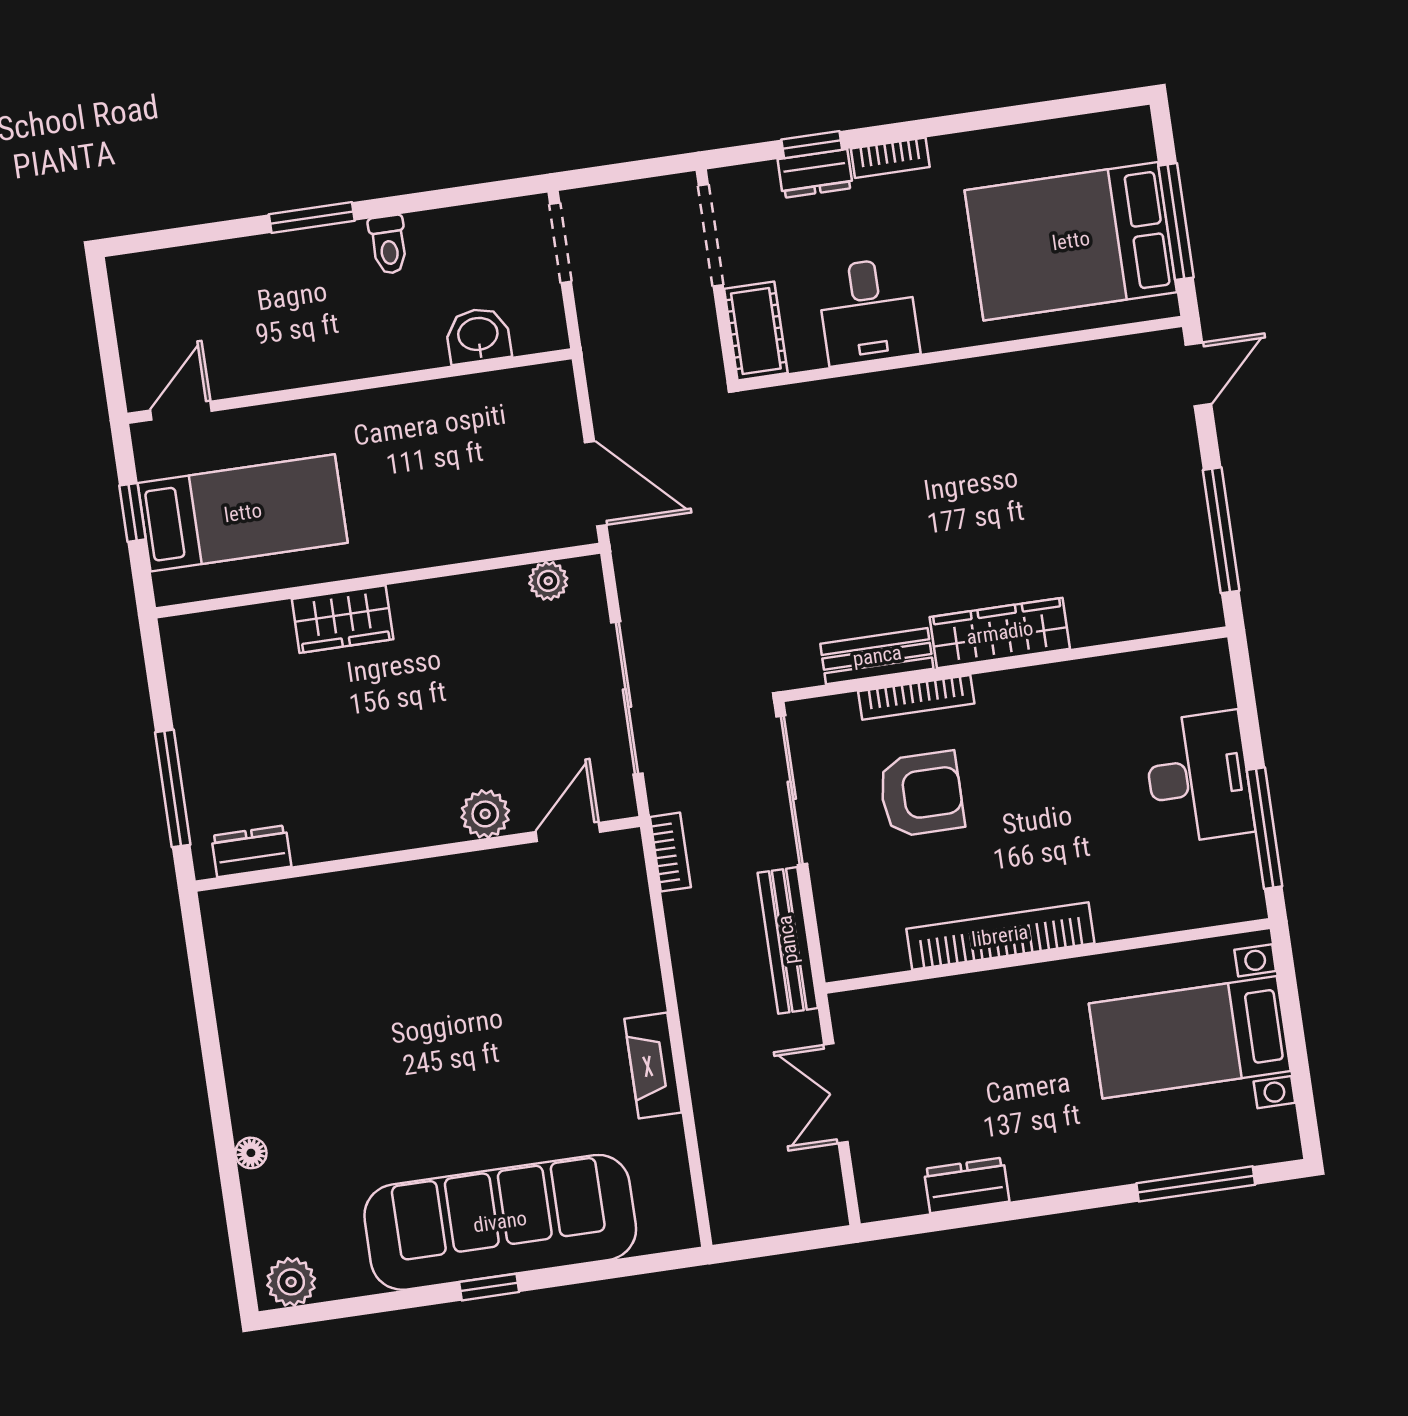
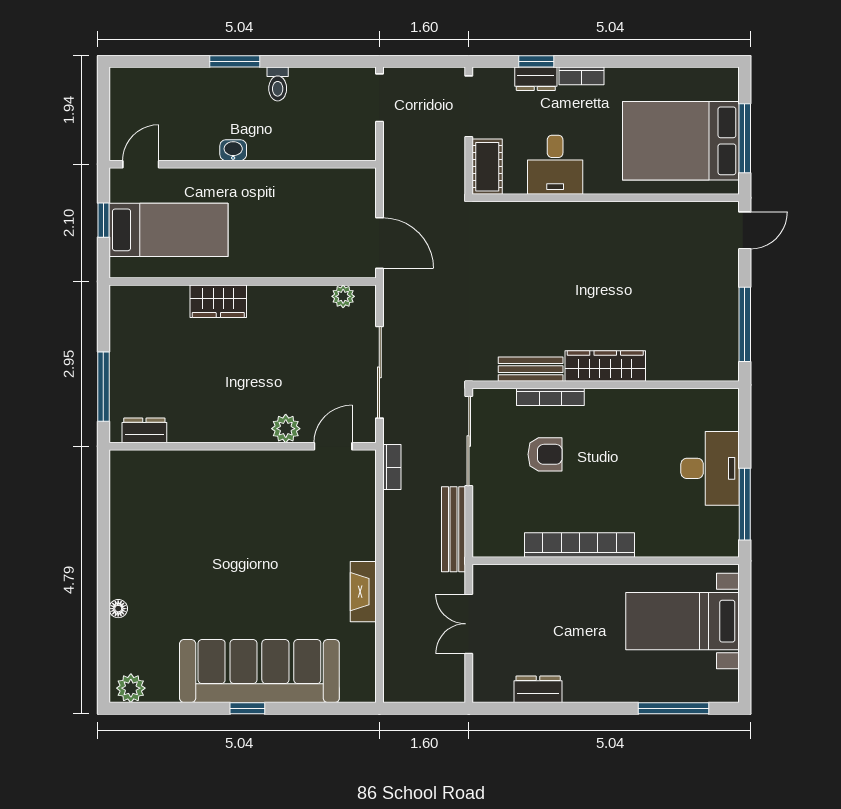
washbasin: (478, 335) -> (233, 150), moved, width x0.72, depth x0.69
armchair: (921, 794) -> (545, 454), width x0.72, depth x0.72

